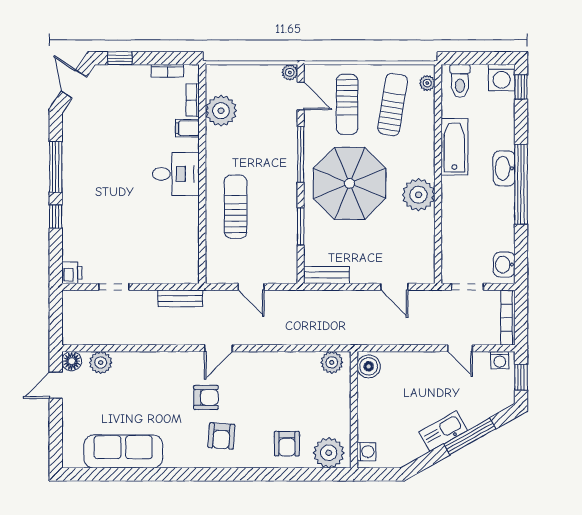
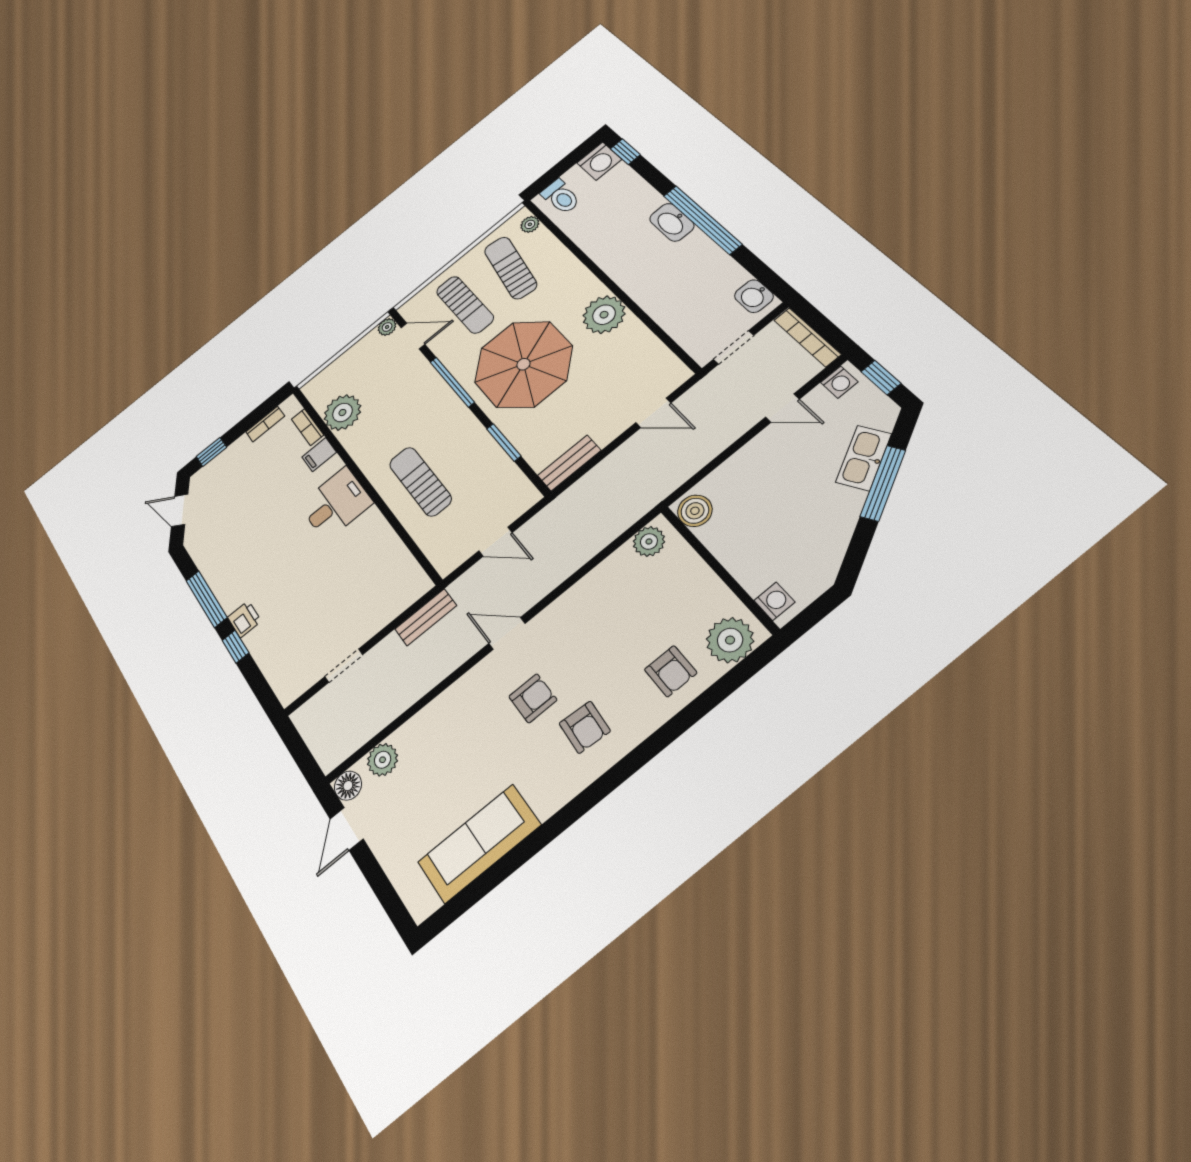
bathtub: (454, 147) -> (604, 248), removed
printer: (72, 273) -> (244, 619), moved
door: (218, 348) -> (507, 633), swing flipped
kitchen sink: (443, 431) -> (864, 458), moved

